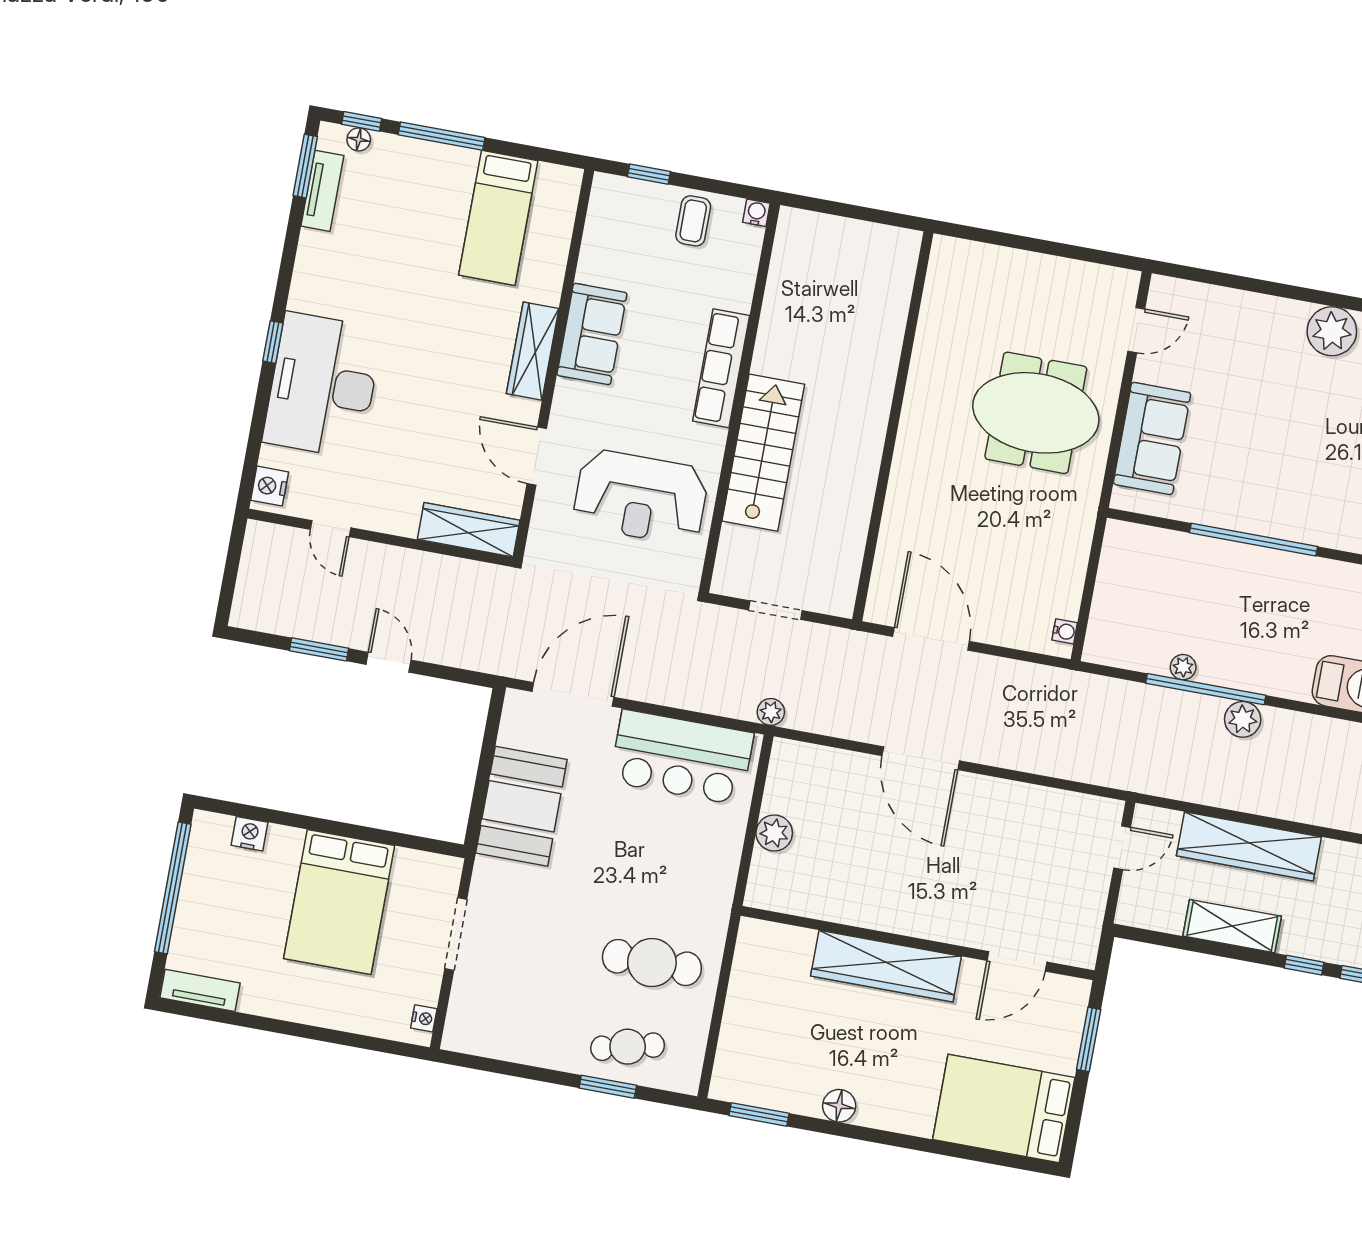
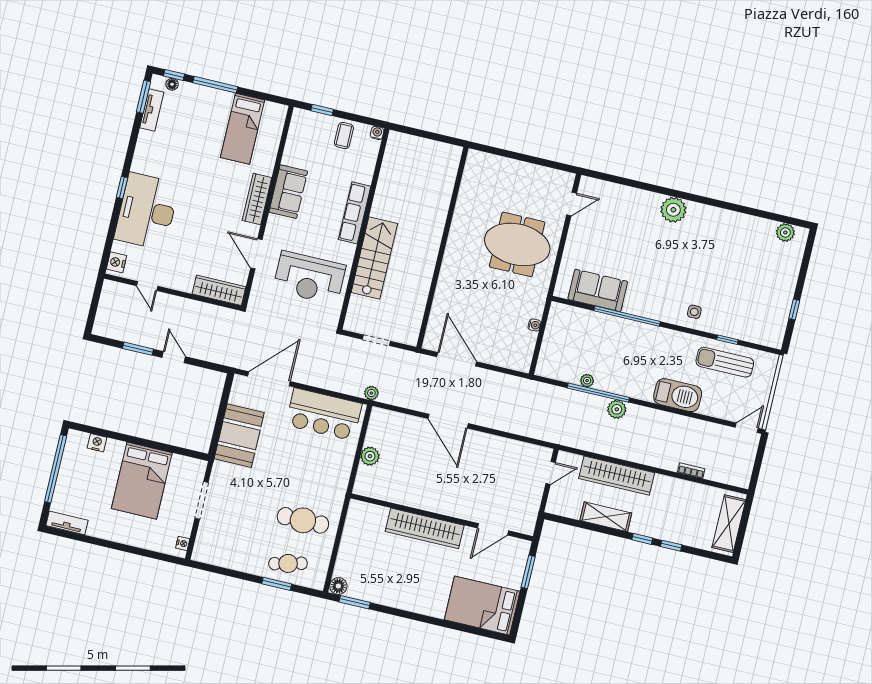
sofa: (1152, 438) -> (598, 290), moved, turned -90
water cooler: (1065, 631) -> (534, 325), moved
floor lamp: (839, 1106) -> (338, 586), moved

